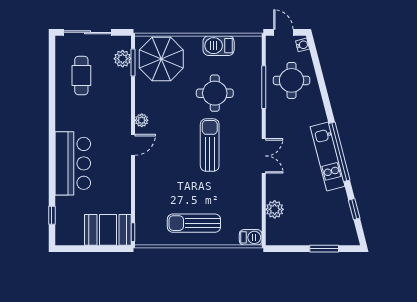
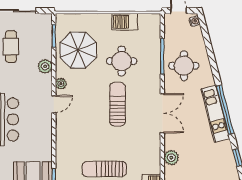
plant: (123, 59) -> (45, 66), moved
parasol: (161, 59) -> (78, 50), moved
round table: (292, 80) -> (184, 66), moved
double door: (264, 156) -> (162, 113), width x1.37

